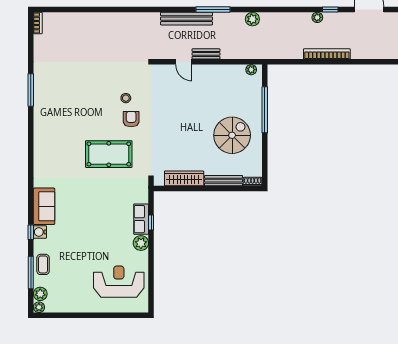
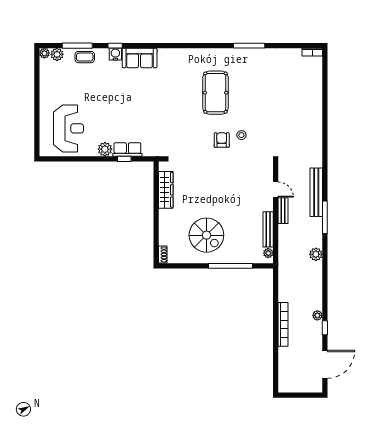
door: (184, 62) -> (276, 190), swing flipped
armchair: (131, 119) -> (222, 140), turned -90
pool table: (109, 154) -> (216, 93), moved
bench: (224, 181) -> (268, 229), moved

